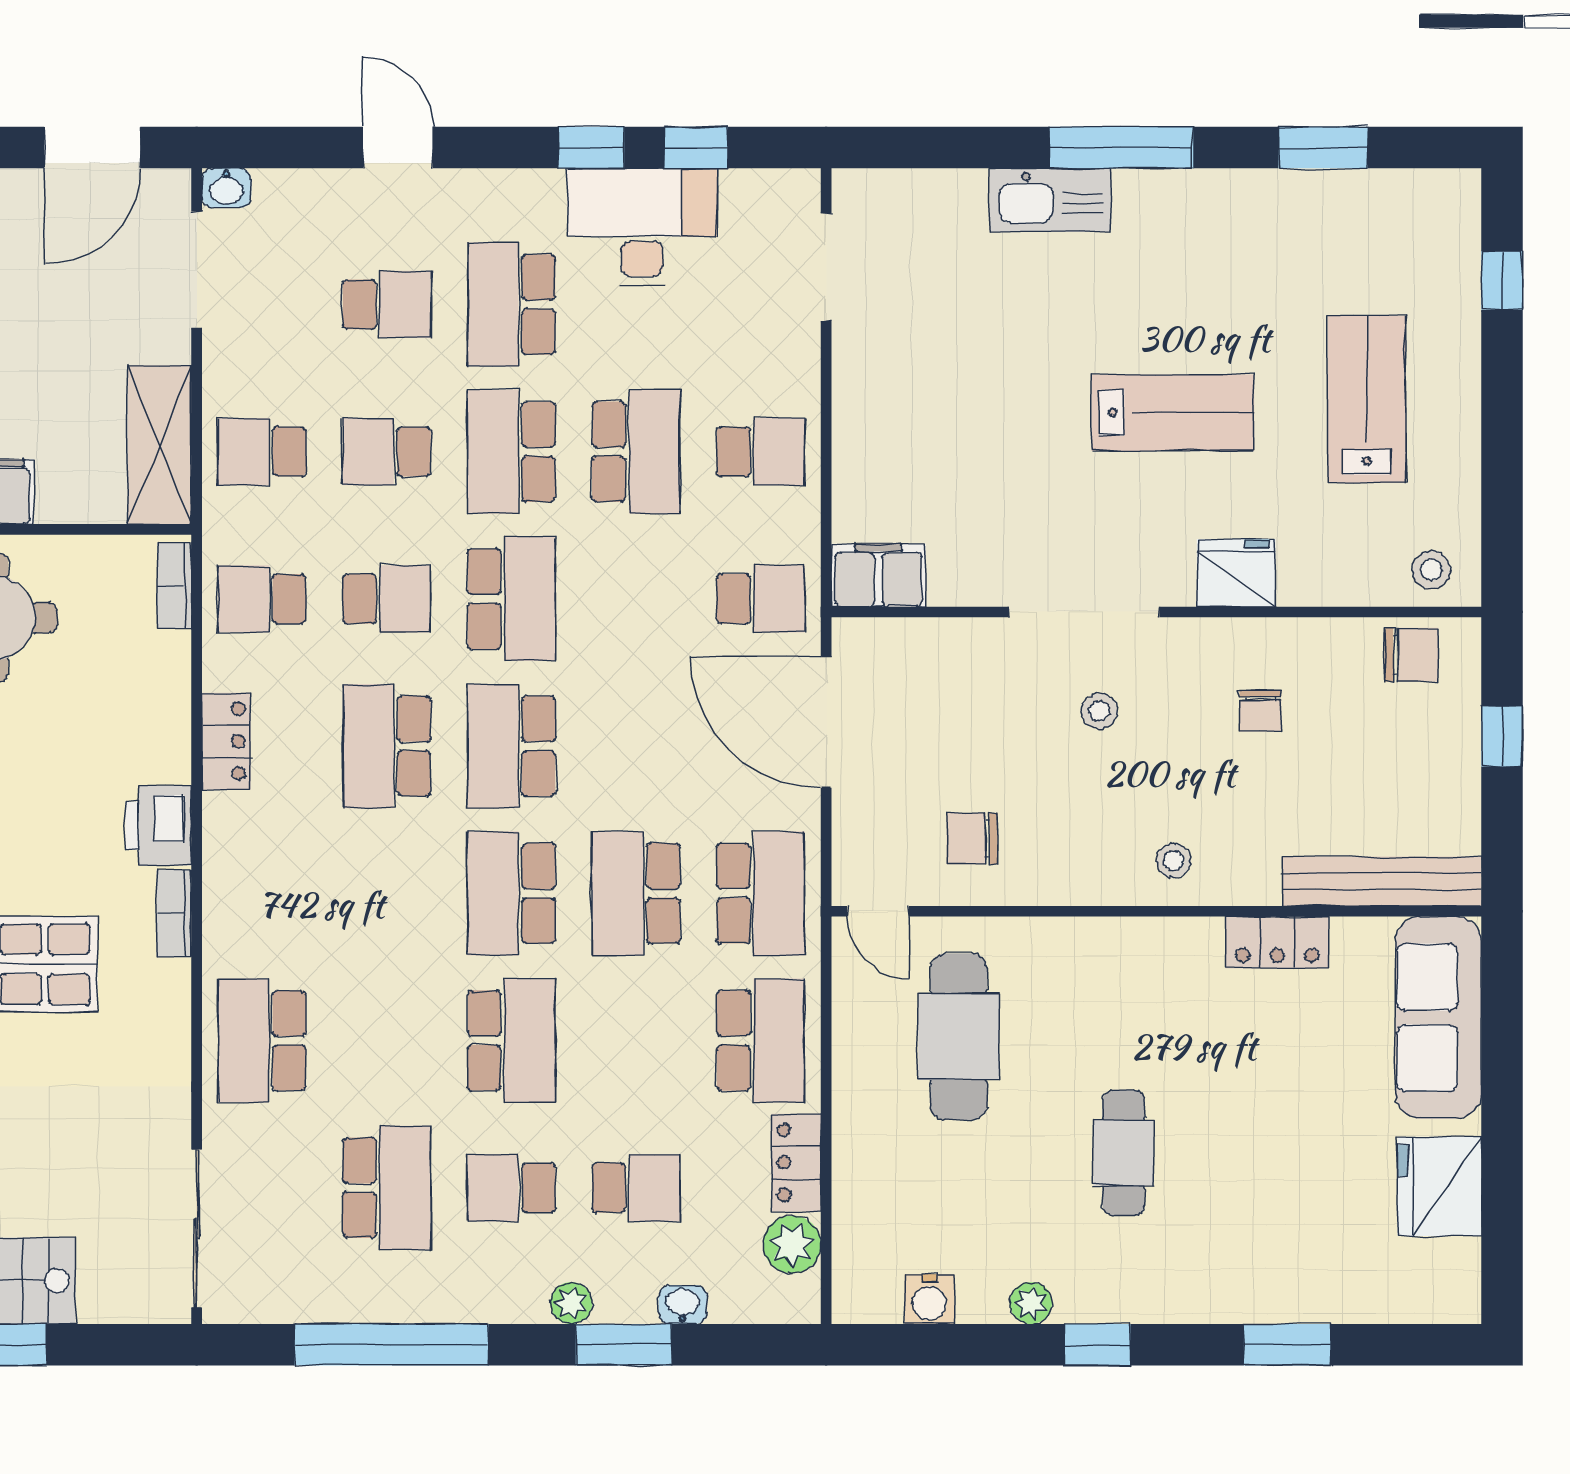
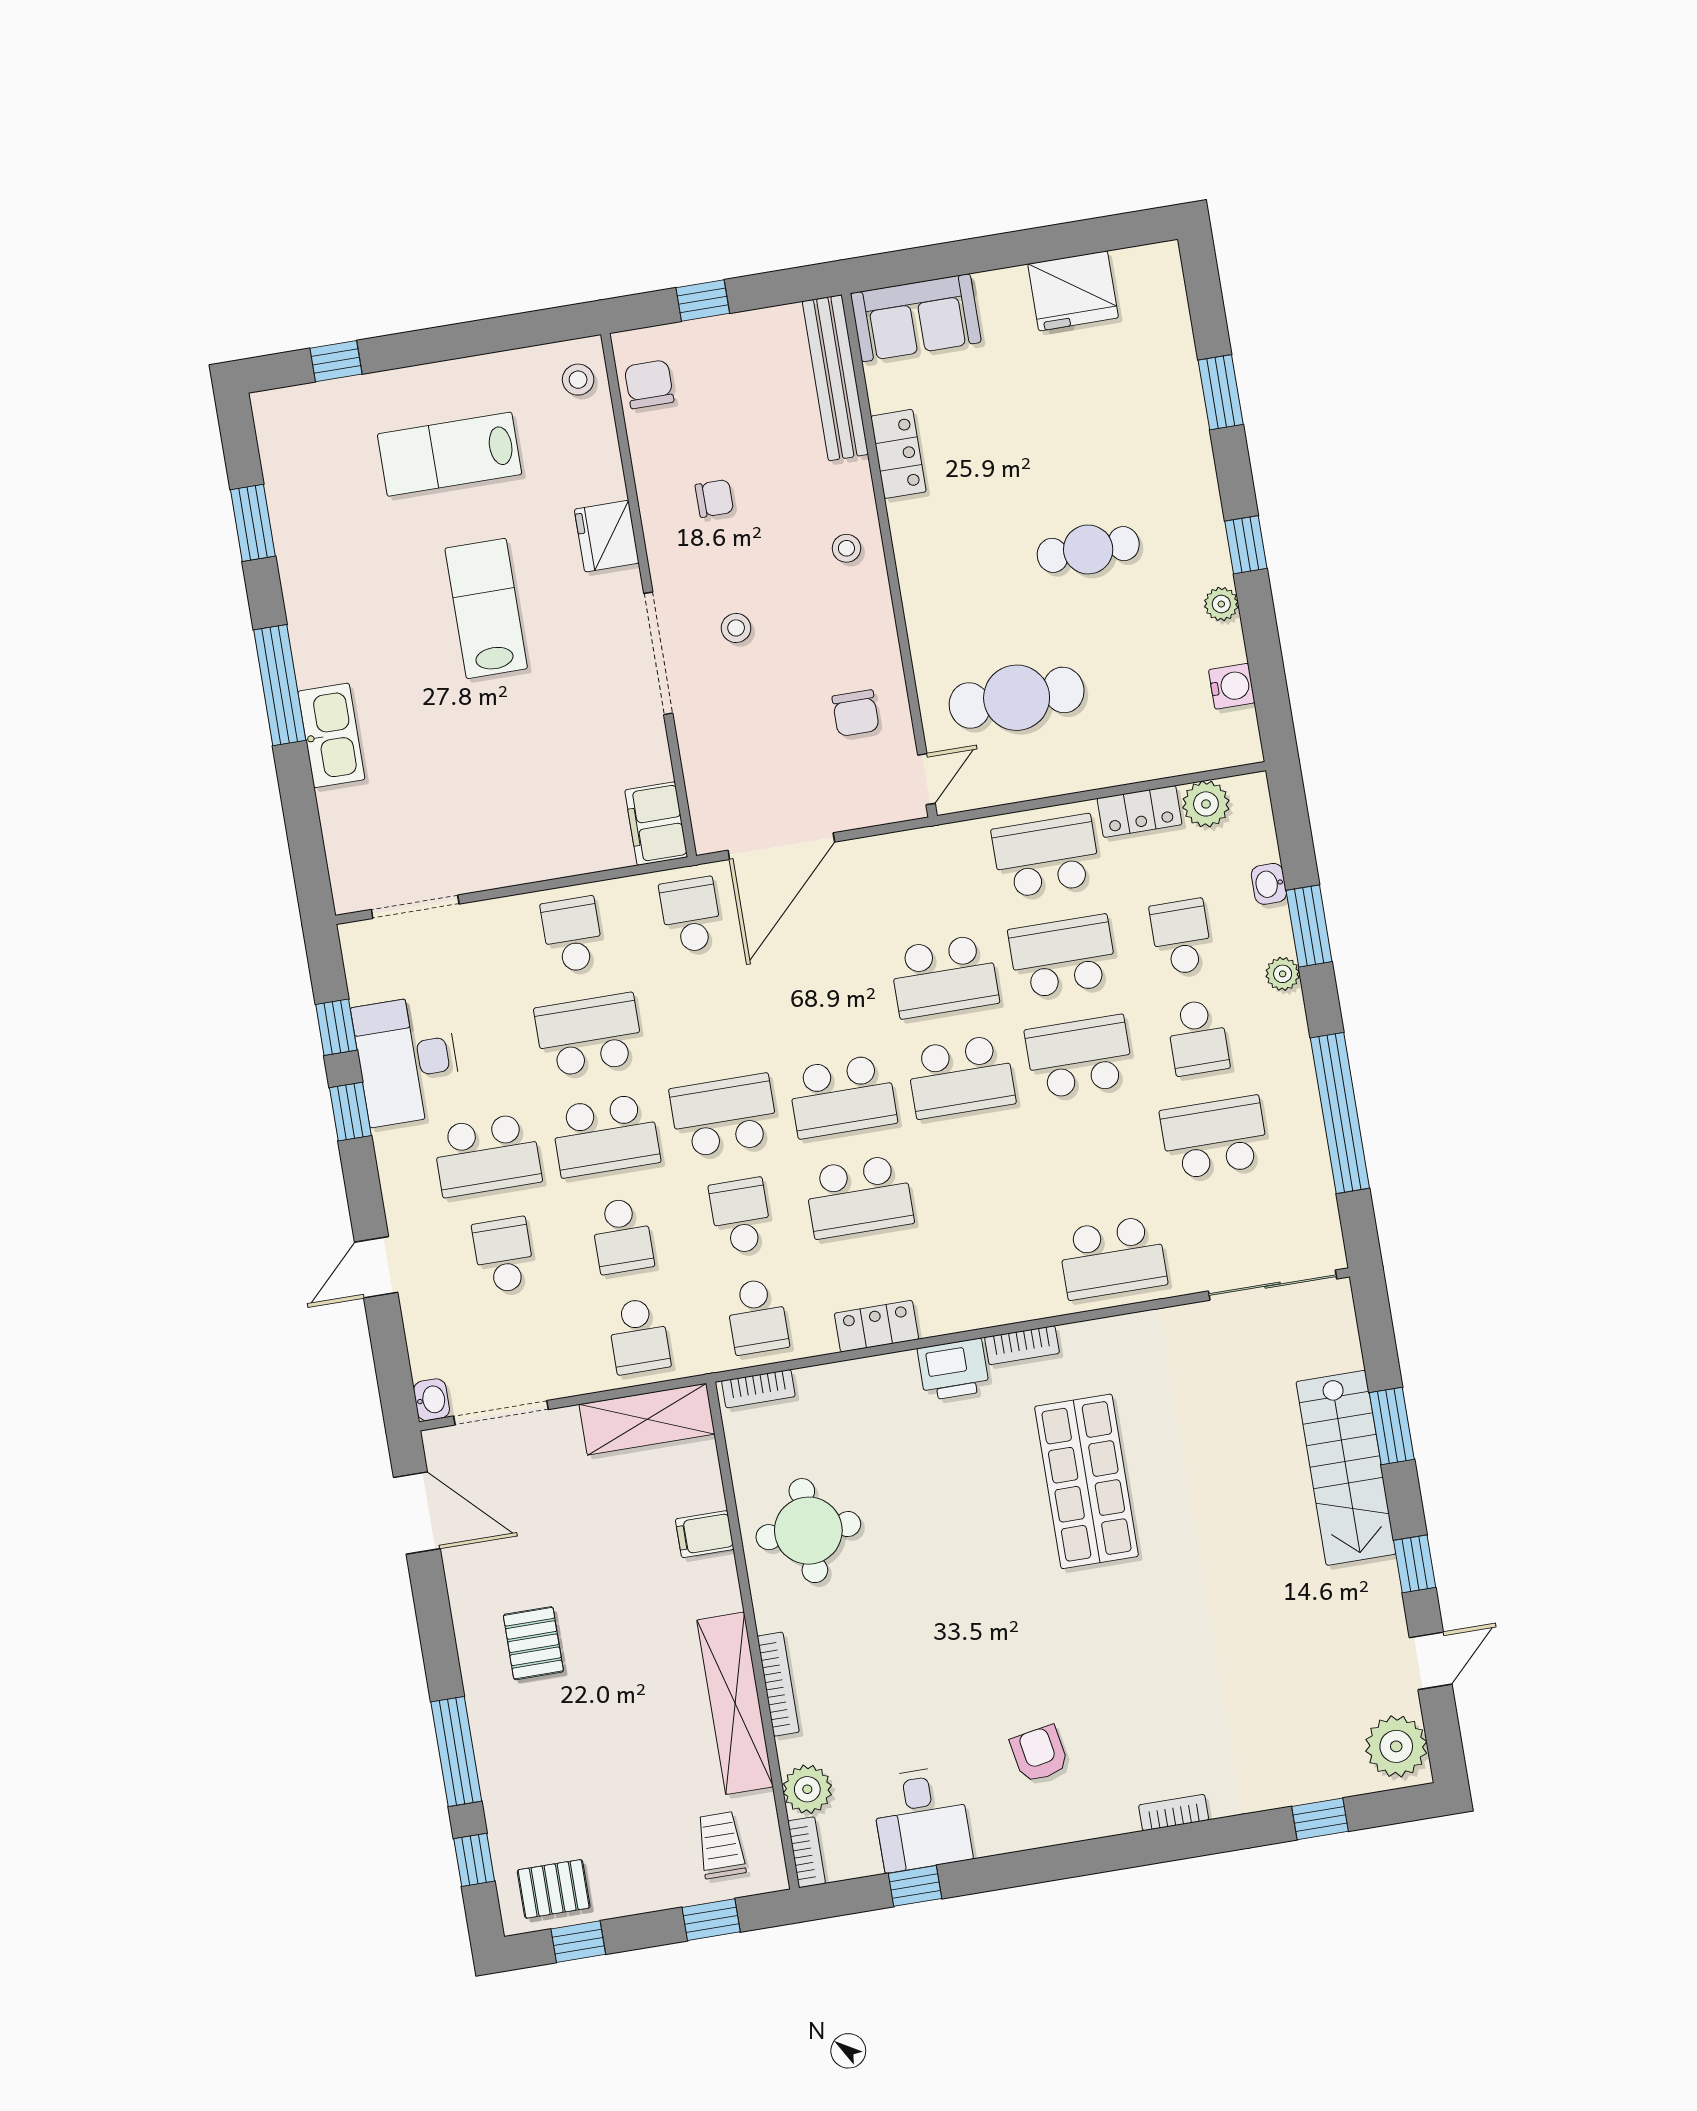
school desk: (761, 893) -> (1063, 957), moved
sofa: (1438, 1018) -> (916, 318), width x0.73

